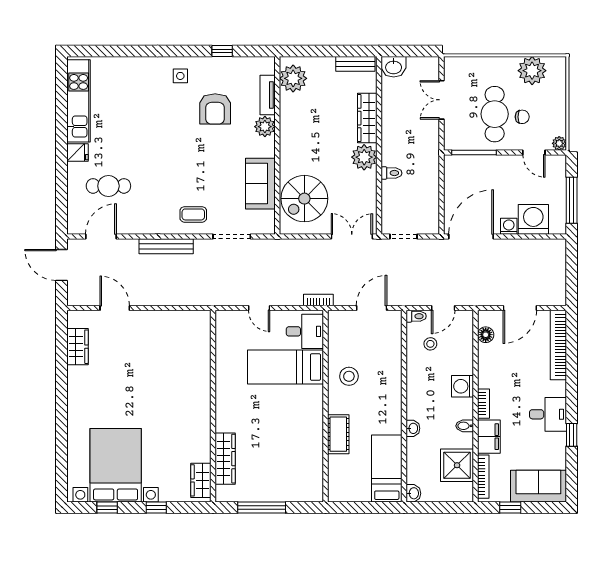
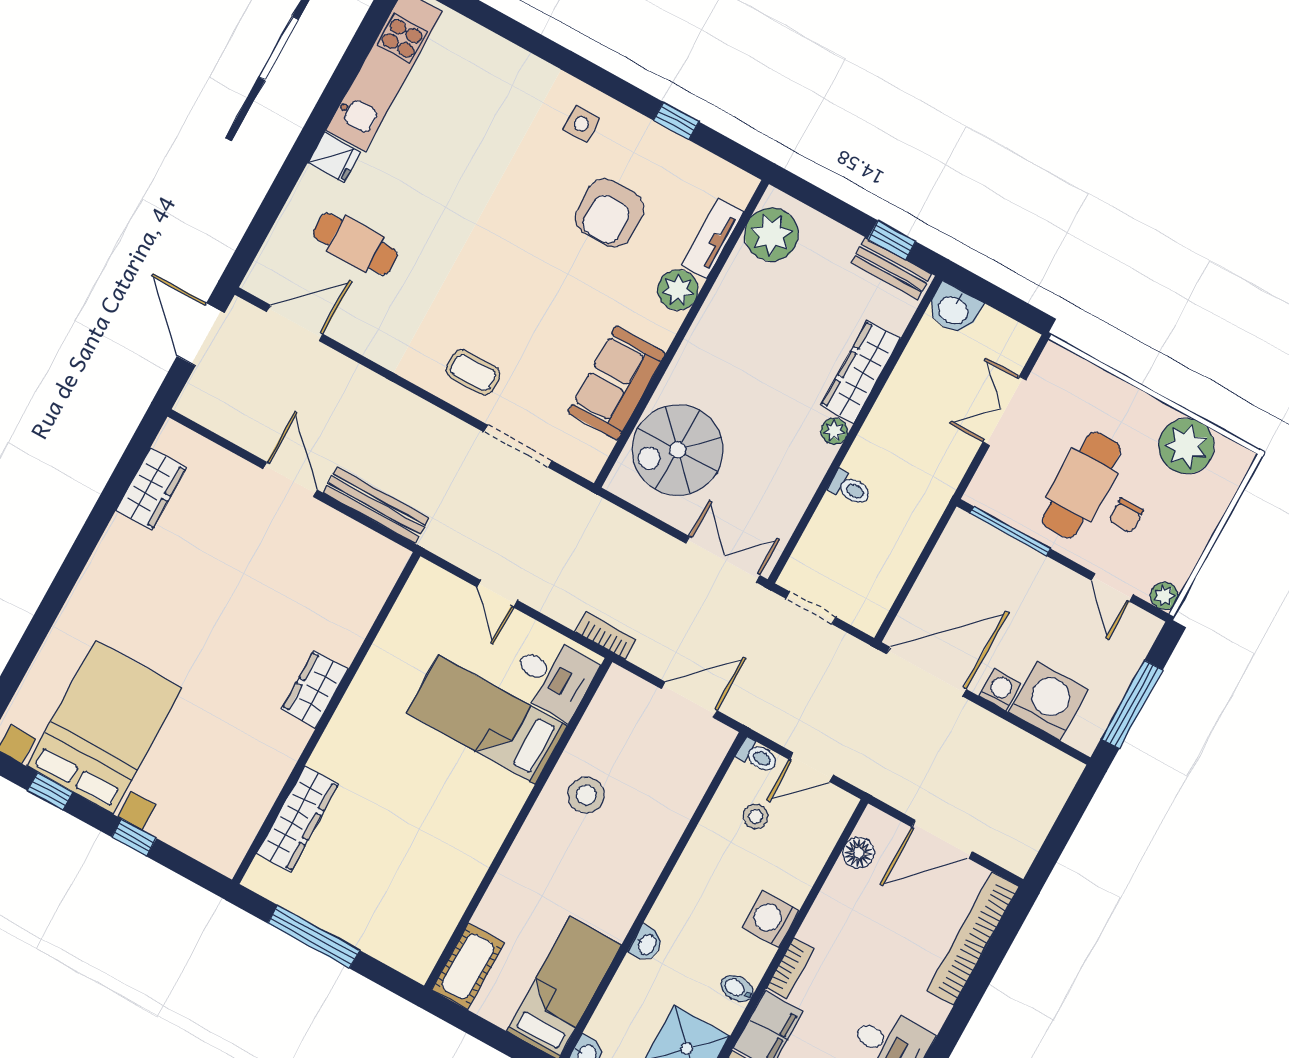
window: (349, 51) -> (892, 240), added
chair: (522, 117) -> (1126, 516), turned 90
plant: (364, 157) -> (834, 431), width x0.53, depth x0.53
bench: (166, 246) -> (376, 505), moved
door: (115, 308) -> (290, 479), moved
cot: (338, 434) -> (468, 966), moved
wardrobe: (201, 480) -> (315, 689), moved

